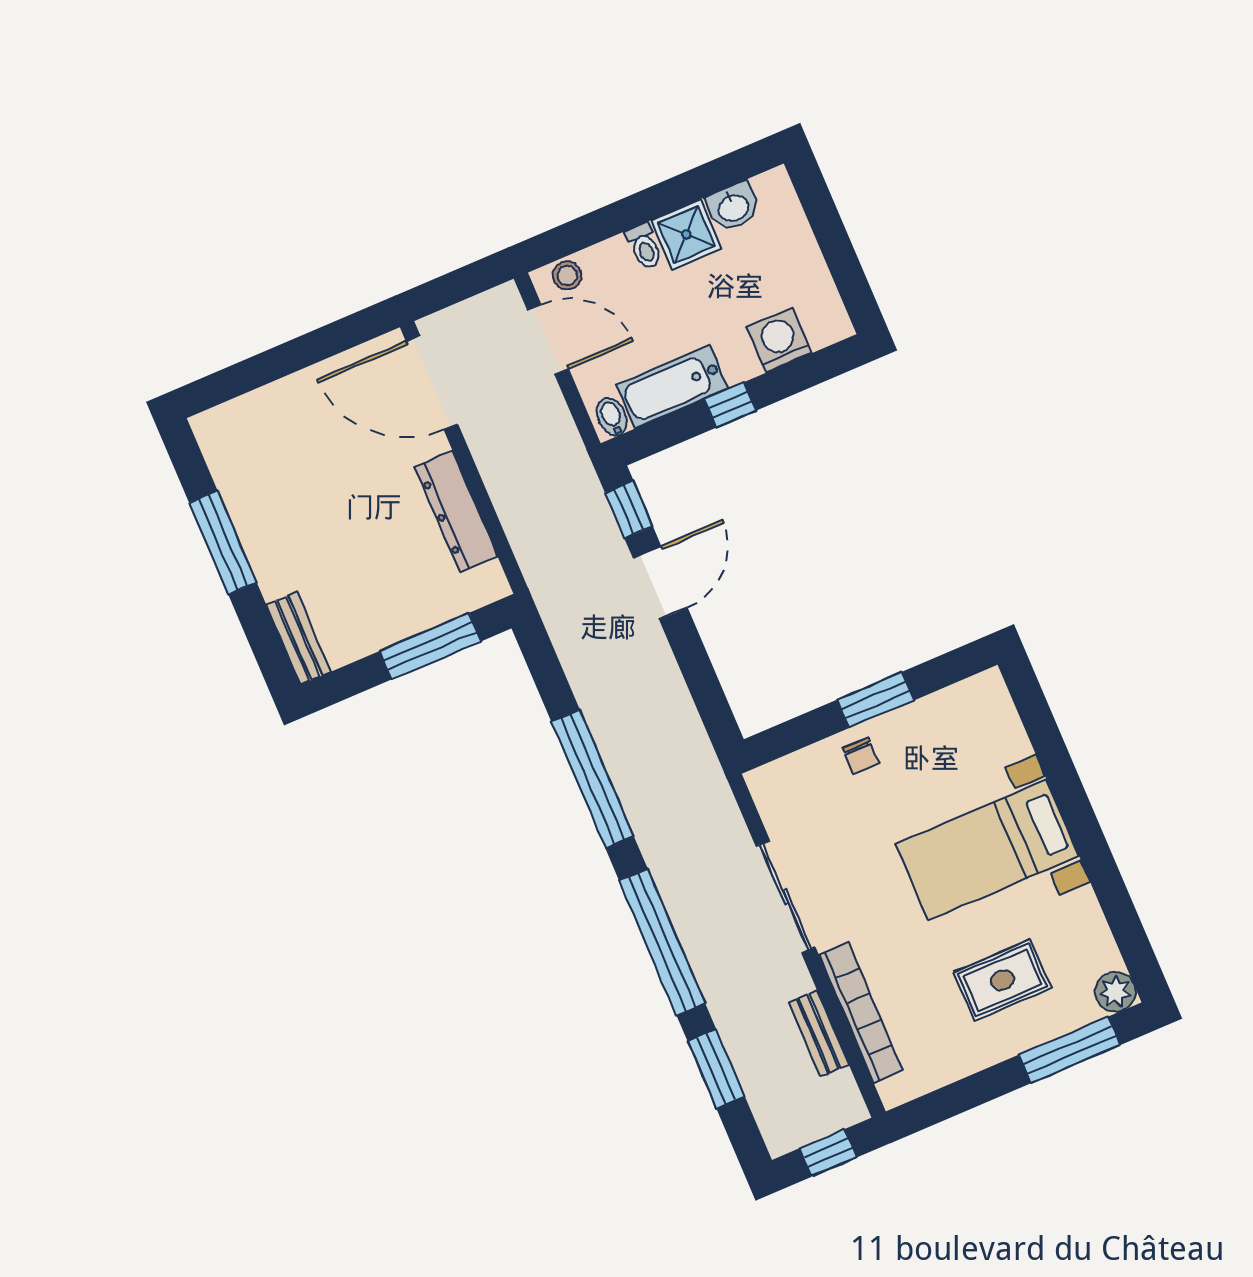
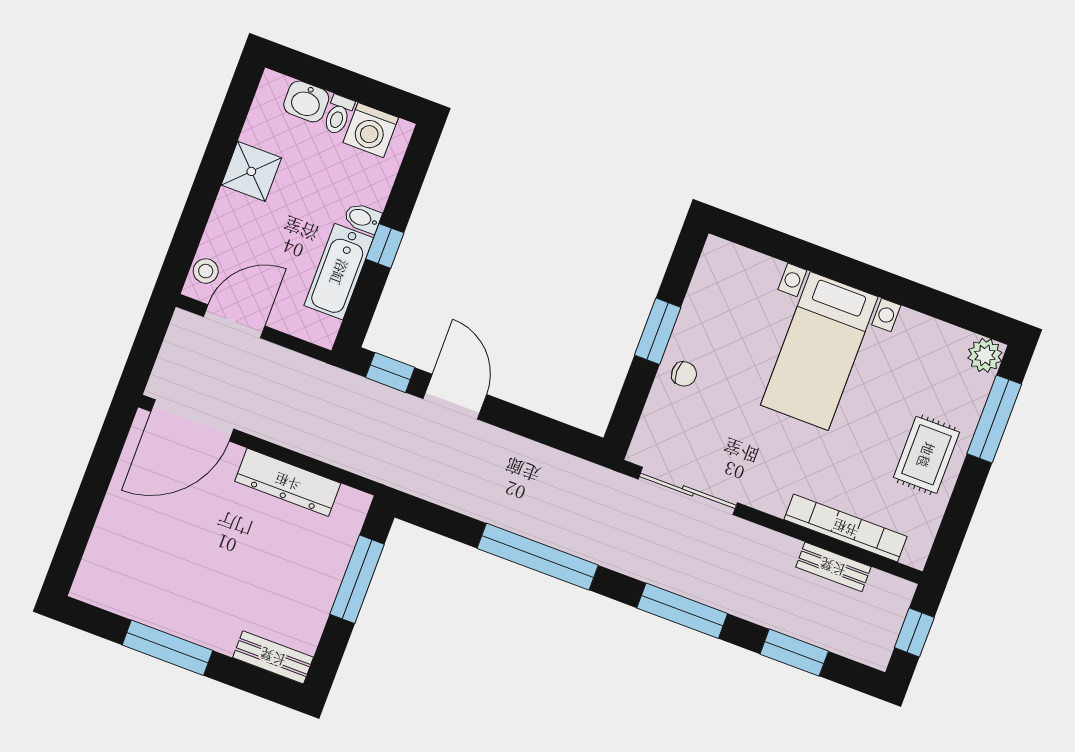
washbasin: (733, 207) -> (306, 101), moved, turned 90
toilet: (644, 246) -> (338, 115), moved, turned 90
washing machine: (779, 340) -> (371, 130), moved, turned -90
bidet: (612, 417) -> (362, 218), moved
sliding door: (786, 897) -> (688, 491), moved
window: (662, 942) -> (682, 611), width x0.68
rug: (1003, 980) -> (926, 455), moved

